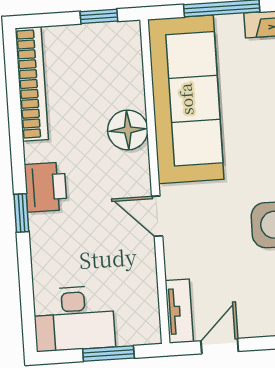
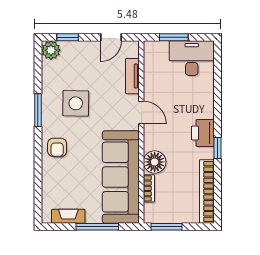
window: (99, 16) -> (167, 227), width x1.50
bookcase: (135, 83) -> (149, 188), added
window: (21, 213) -> (217, 148), moved
tv unit: (179, 311) -> (132, 76), moved

